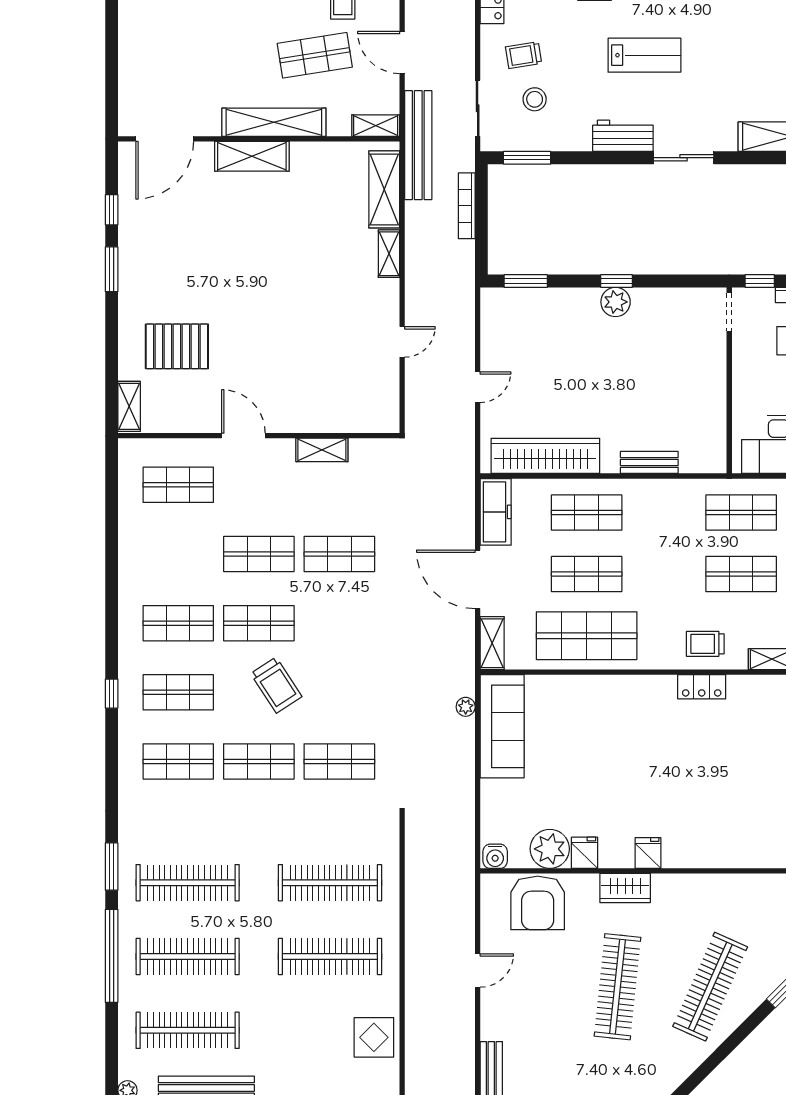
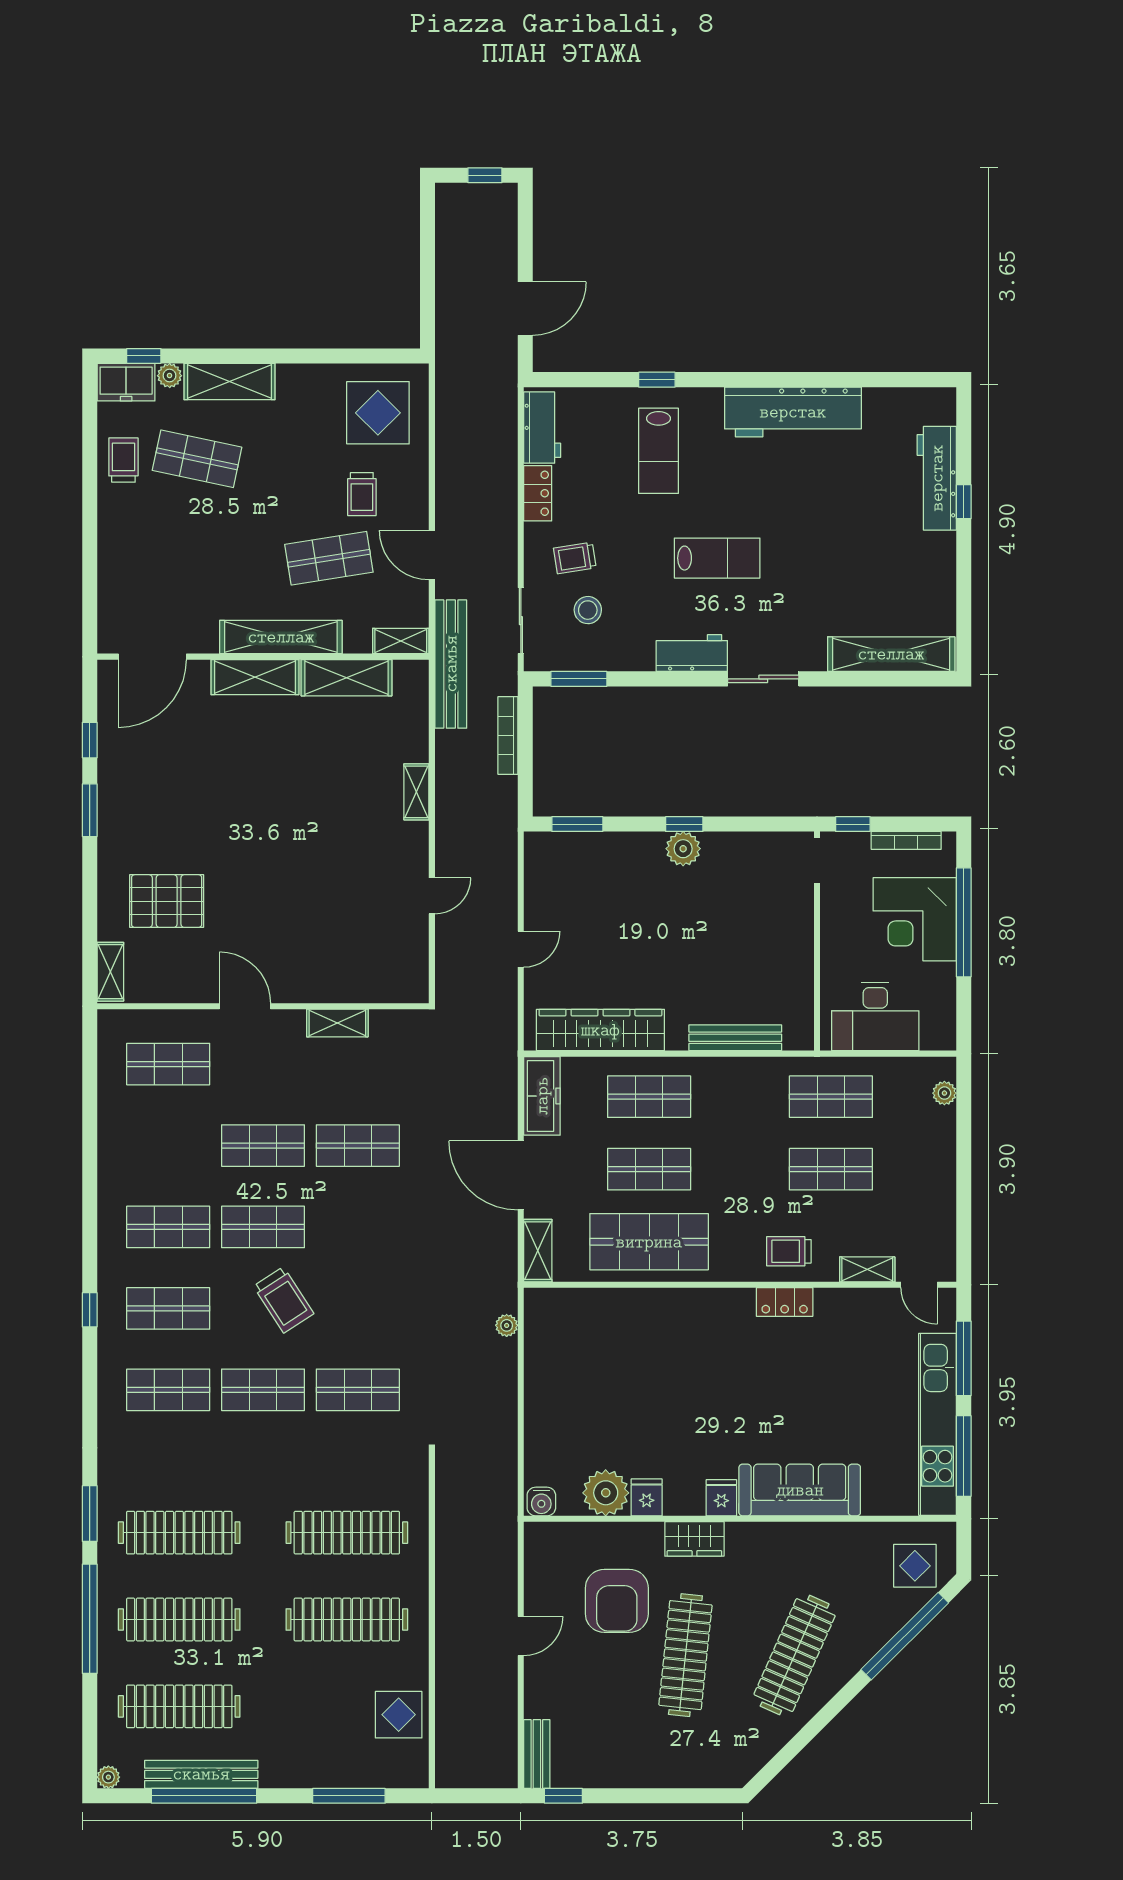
shelving: (384, 189) -> (346, 678), moved, turned 90
bench: (649, 462) -> (735, 1038), width x1.36
sofa: (502, 726) -> (800, 1490), moved, turned -90
armchair: (538, 903) -> (617, 1601), moved

